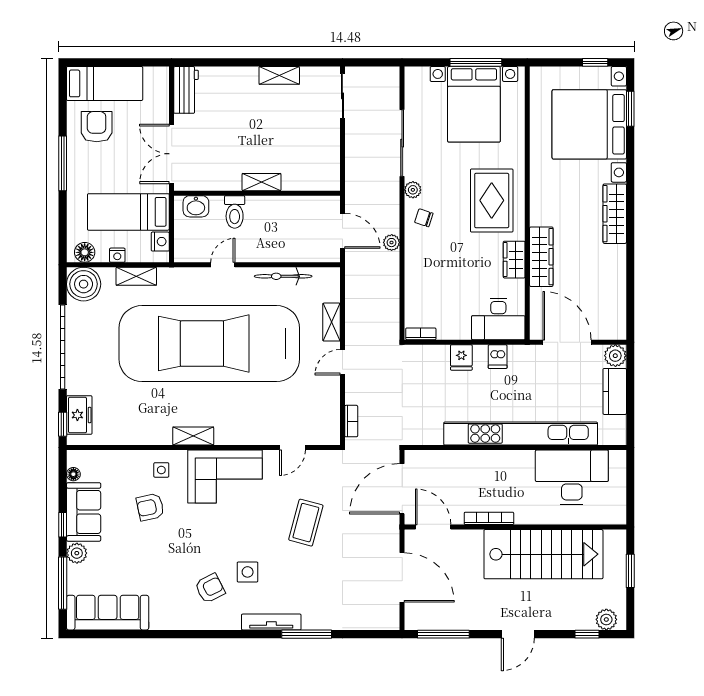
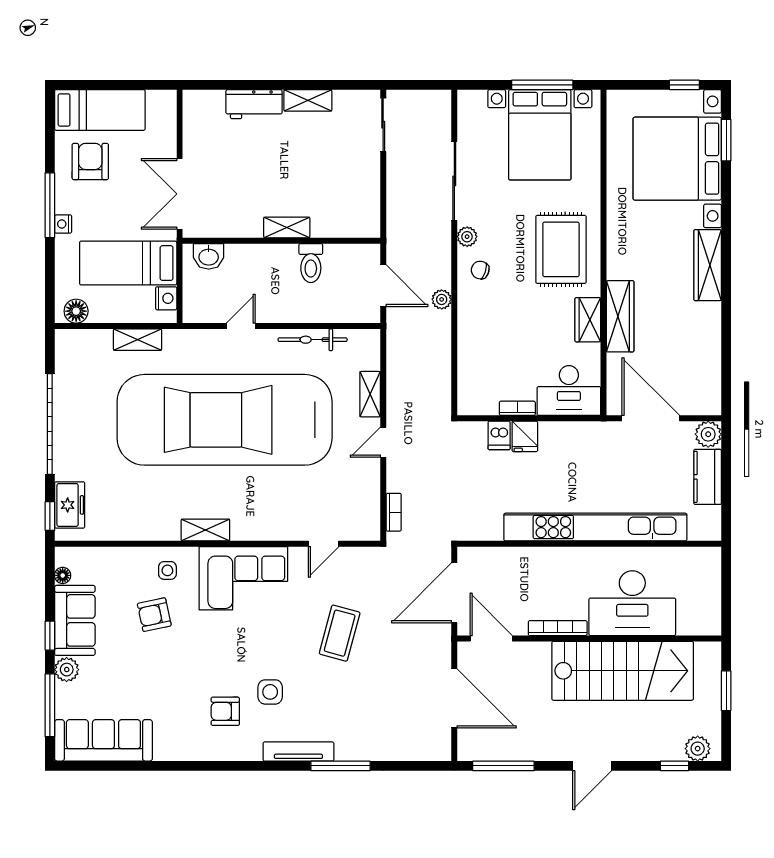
workbench: (186, 90) -> (254, 104), moved, turned 90
toilet: (235, 212) -> (311, 263), moved
nightstand: (117, 255) -> (63, 224), moved, turned 90
boiler: (84, 284) -> (75, 349), removed
bookcase: (421, 334) -> (517, 408), moved
dishwasher: (498, 357) -> (499, 435), moved
desk: (572, 477) -> (632, 603), moved, turned 180
armchair: (210, 588) -> (225, 711), turned -153

